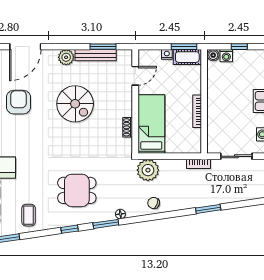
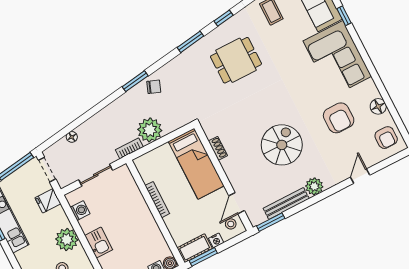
door: (25, 47) -> (360, 176), width x0.53
window: (103, 47) -> (271, 222), moved
stool: (148, 62) -> (231, 224), added
spiral stairs: (75, 104) -> (282, 145), turned 90
plant: (148, 170) -> (150, 130), moved
window: (208, 209) -> (135, 81), moved
floor lamp: (120, 214) -> (72, 137), moved

